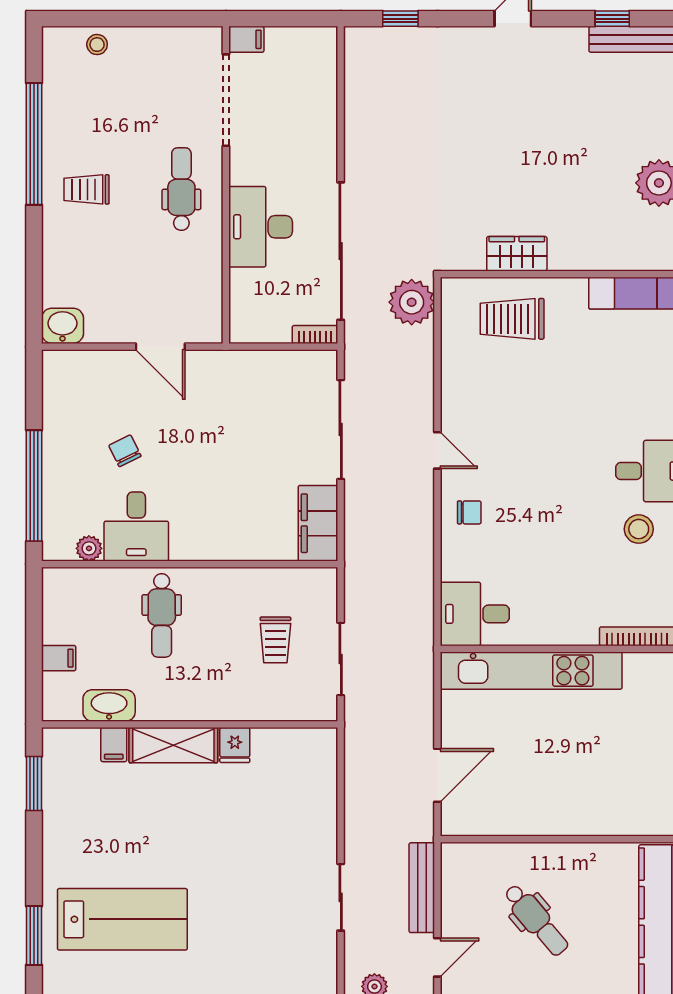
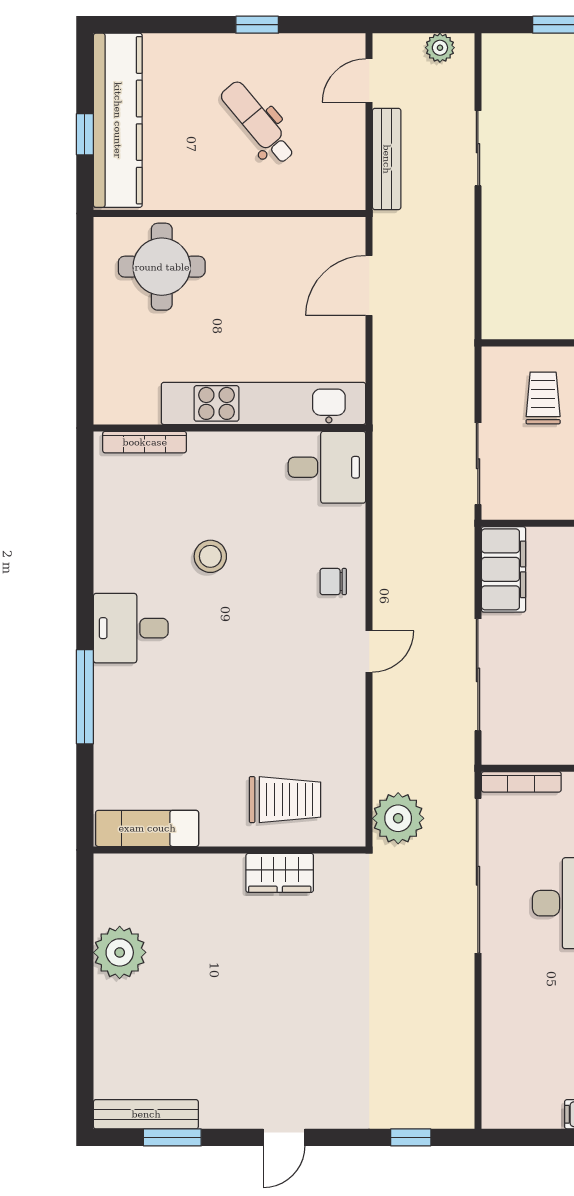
window: (612, 19) -> (172, 1137), width x1.50
bookcase: (315, 334) -> (521, 782), width x1.56
door: (437, 450) -> (369, 651), swing flipped
stool: (639, 529) -> (210, 556), moved
trolley: (275, 640) -> (543, 398), moved
sliding door: (341, 659) -> (478, 464), moved
round table: (622, 792) -> (162, 267), added

